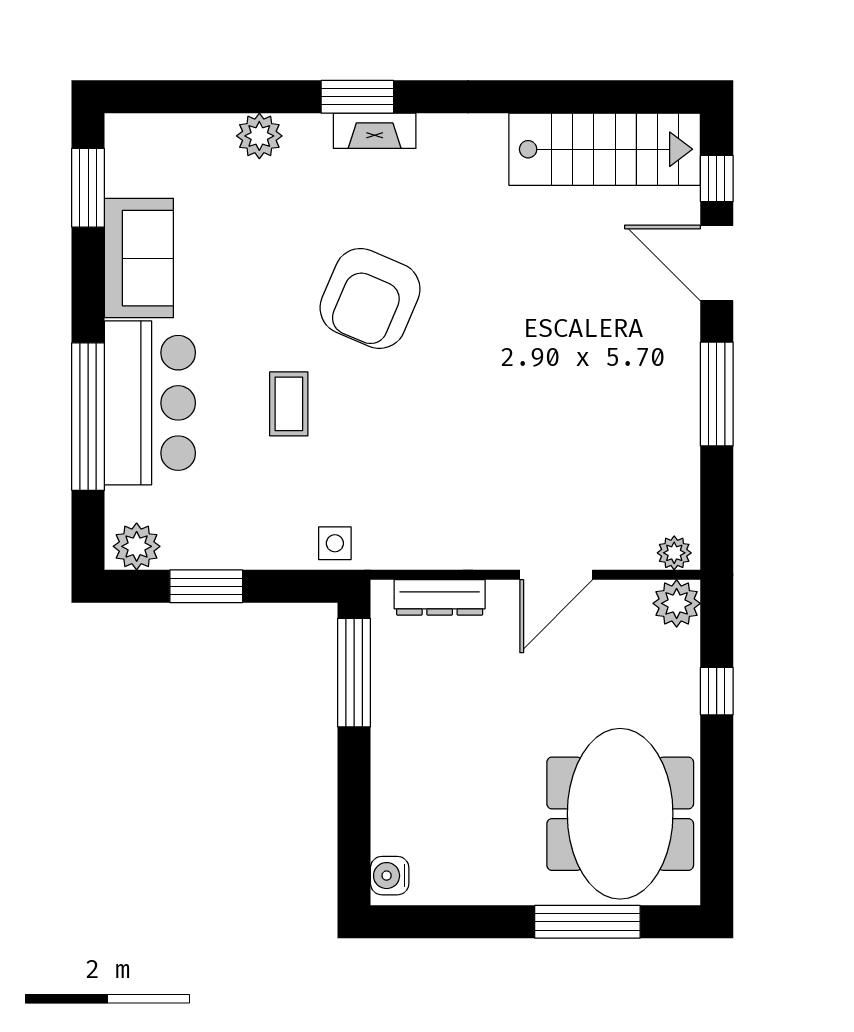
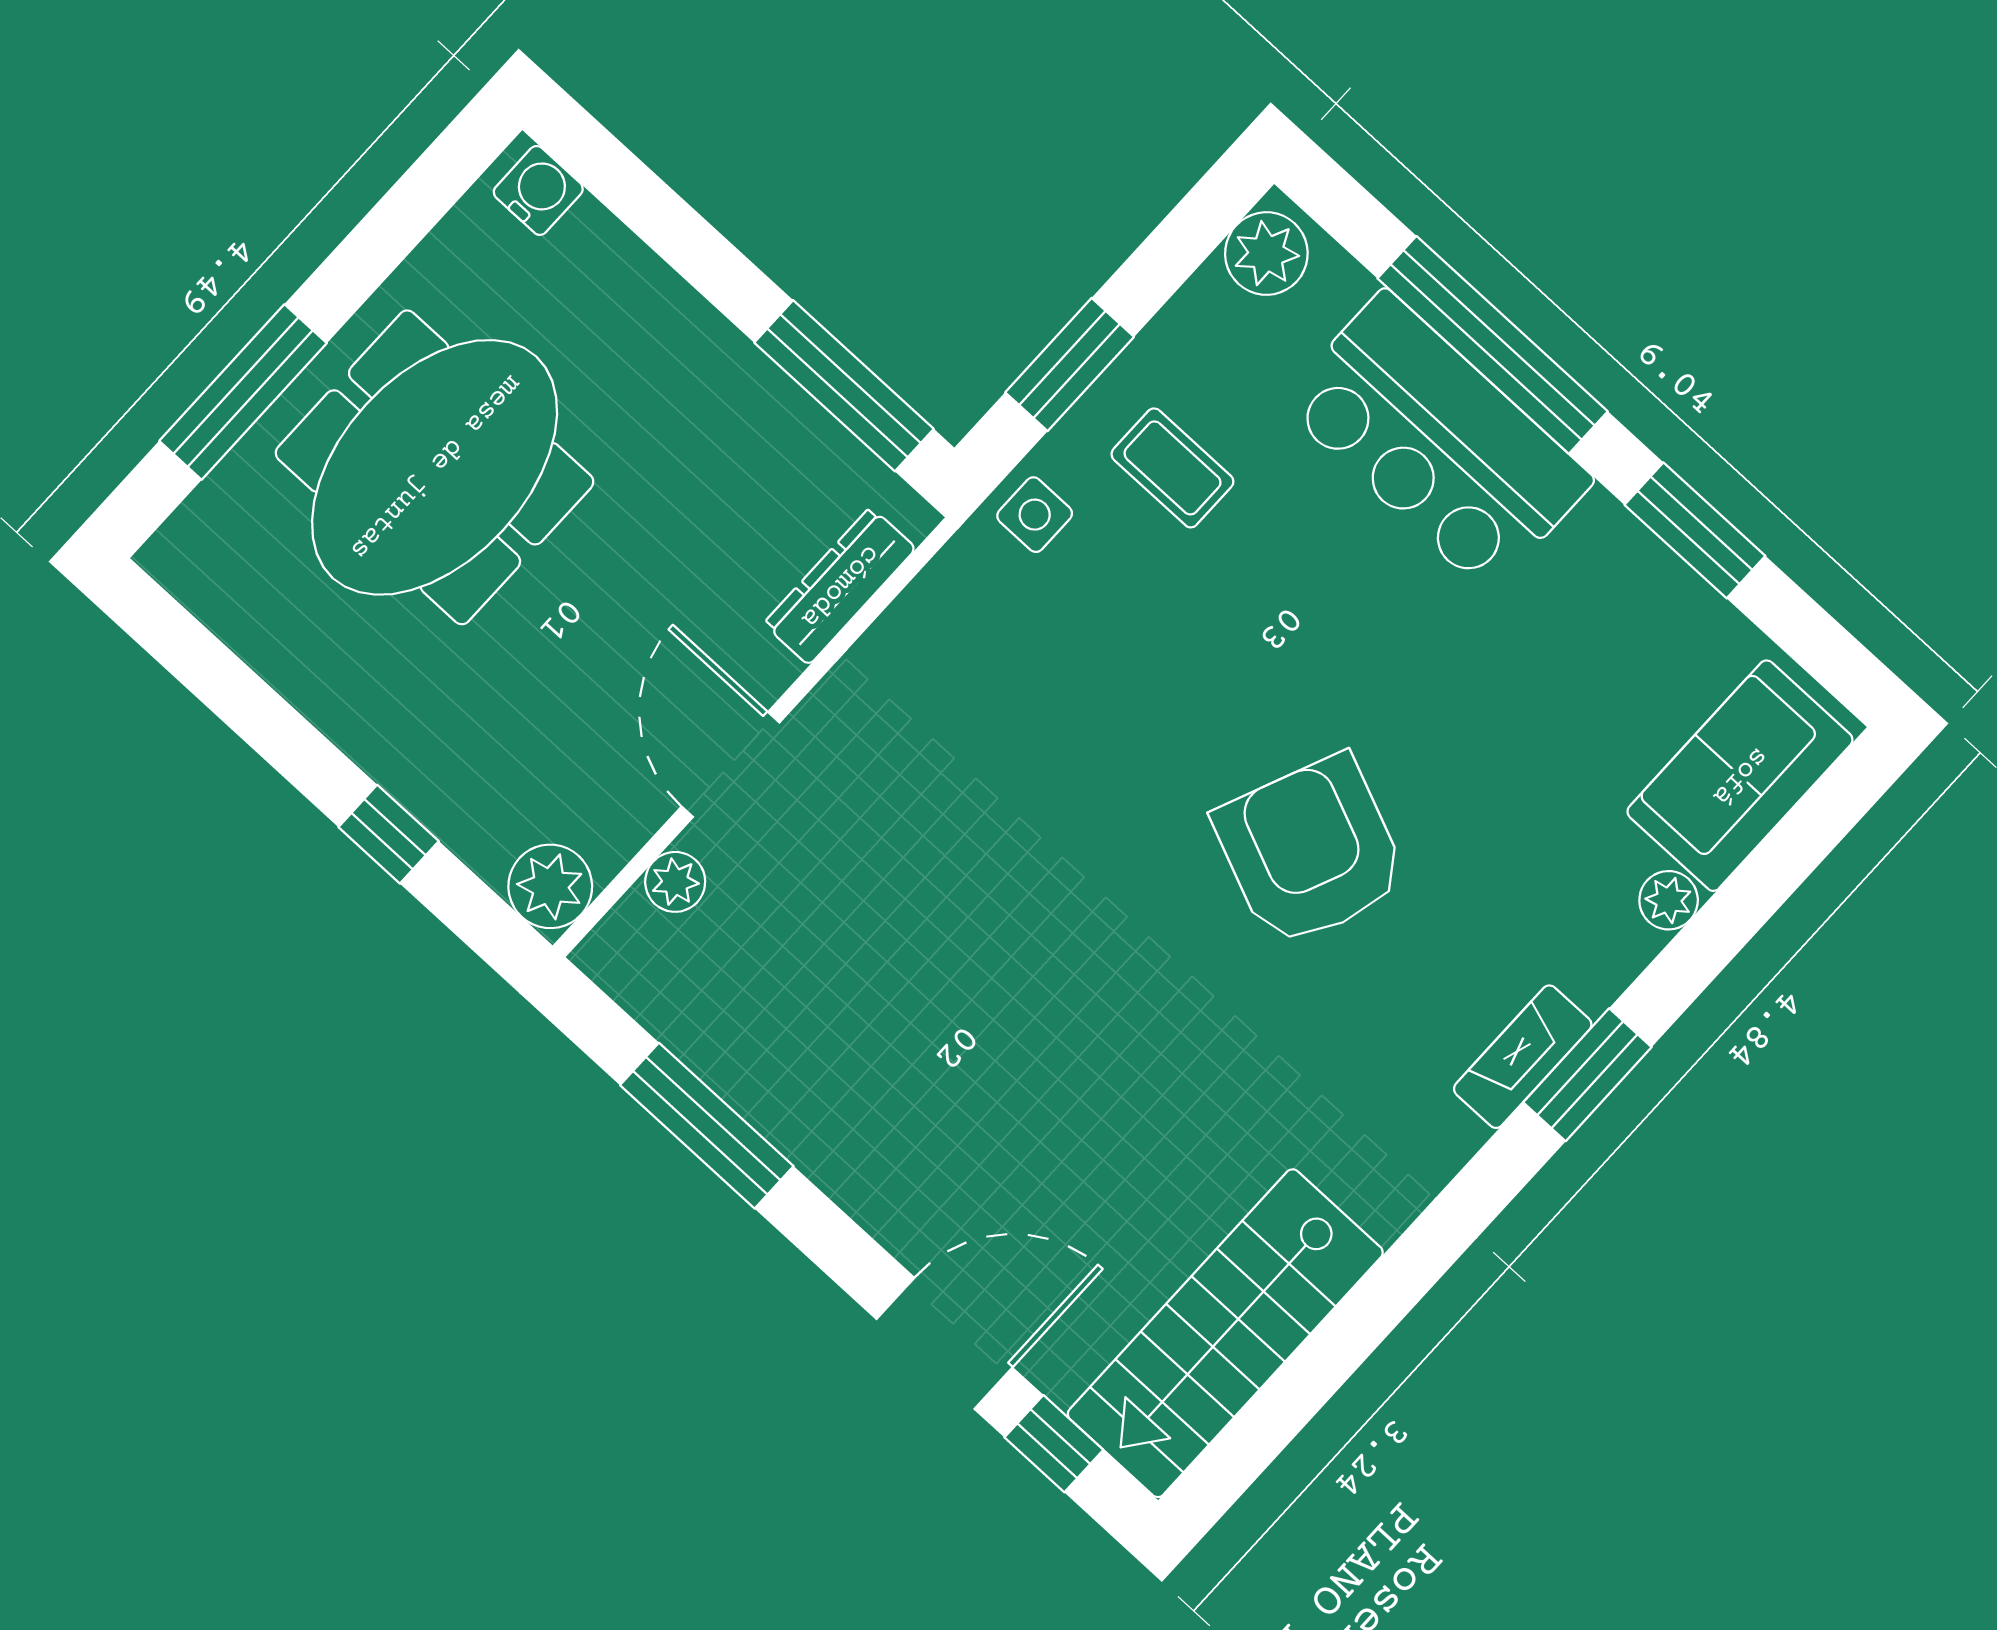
plant: (259, 136) -> (1669, 900), width x0.73, depth x0.73
window: (88, 188) -> (1695, 530), moved
sofa: (139, 258) -> (1740, 776), moved, turned 90
window: (717, 394) -> (707, 1126), moved
coffee table: (289, 404) -> (1172, 468), moved
plant: (674, 553) -> (675, 882), moved
window: (206, 586) -> (1070, 365), moved
meeting table: (620, 814) -> (435, 467), moved, turned 90

